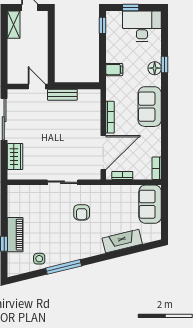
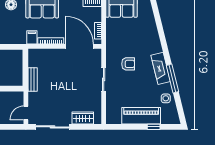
filing cabinet: (114, 70) -> (32, 37), moved
door: (37, 86) -> (26, 113), moved
piano: (15, 235) -> (141, 116), width x1.37, depth x1.33
fireplace: (122, 241) -> (161, 68), moved

